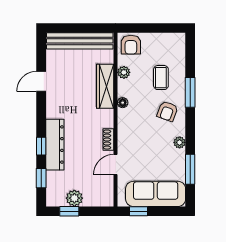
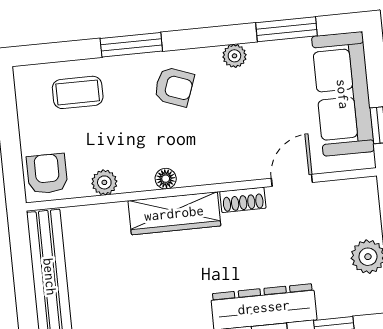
armchair: (131, 45) -> (47, 174), turned -90
coffee table: (161, 78) -> (78, 92), moved
wardrobe: (105, 86) -> (174, 213), moved
door: (116, 165) -> (292, 180), swing flipped

